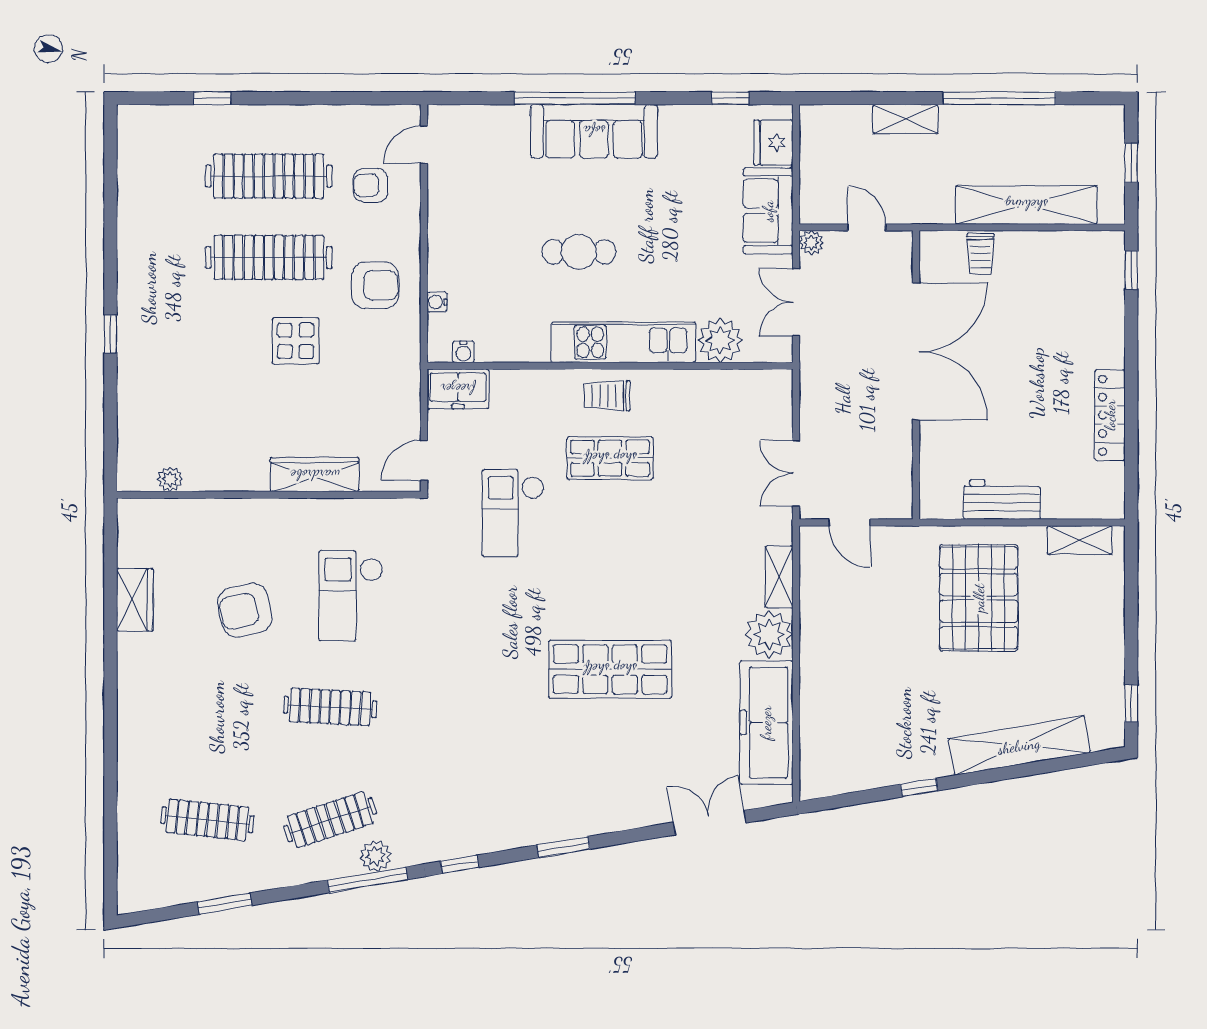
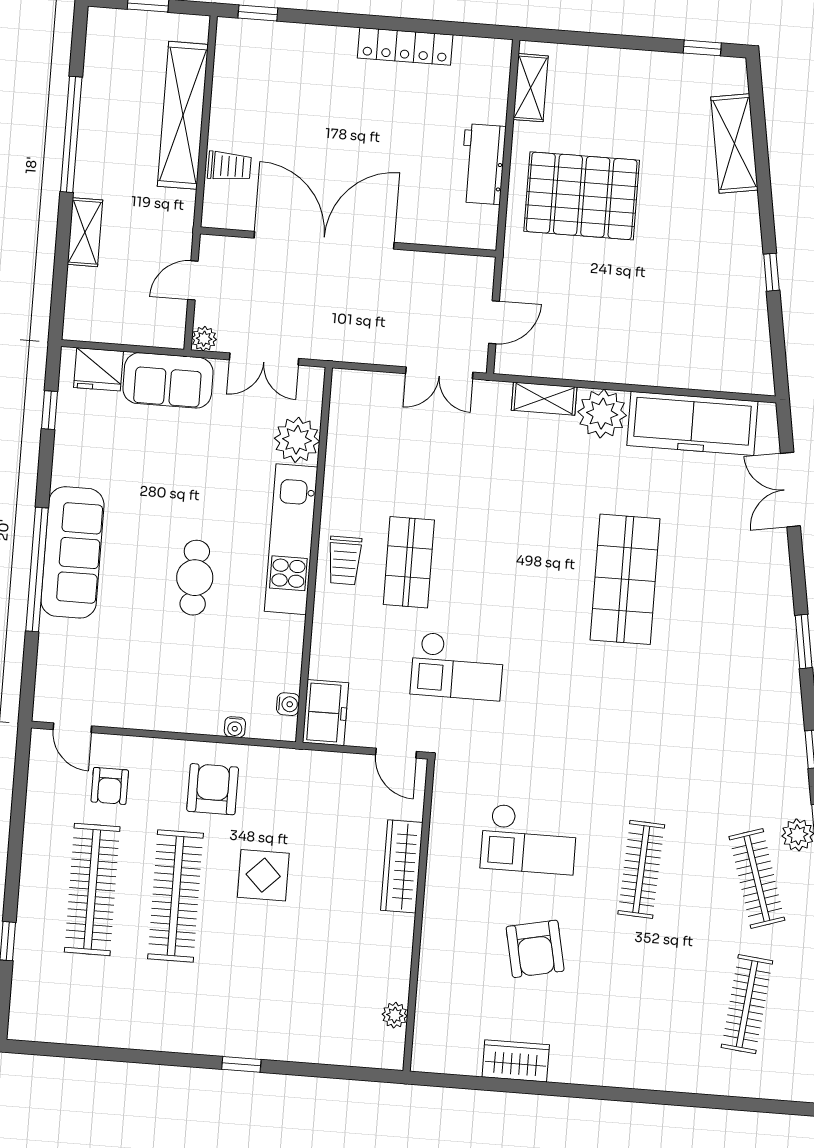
shelving: (1019, 746) -> (734, 144), width x0.68

